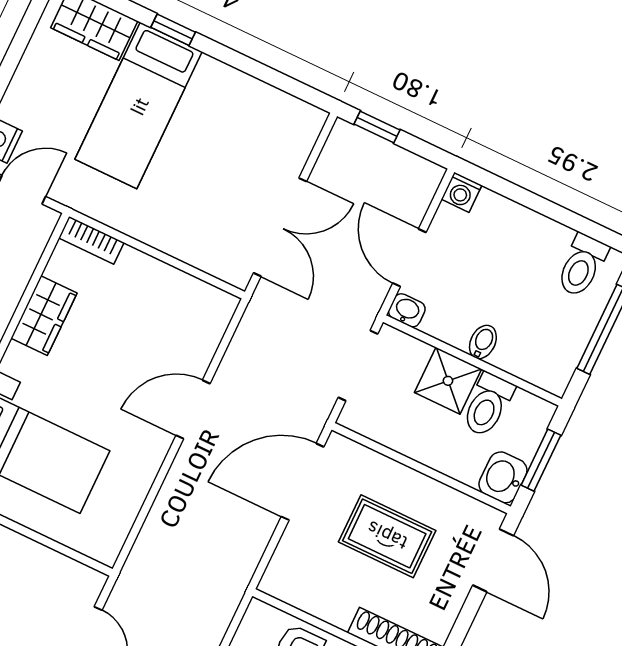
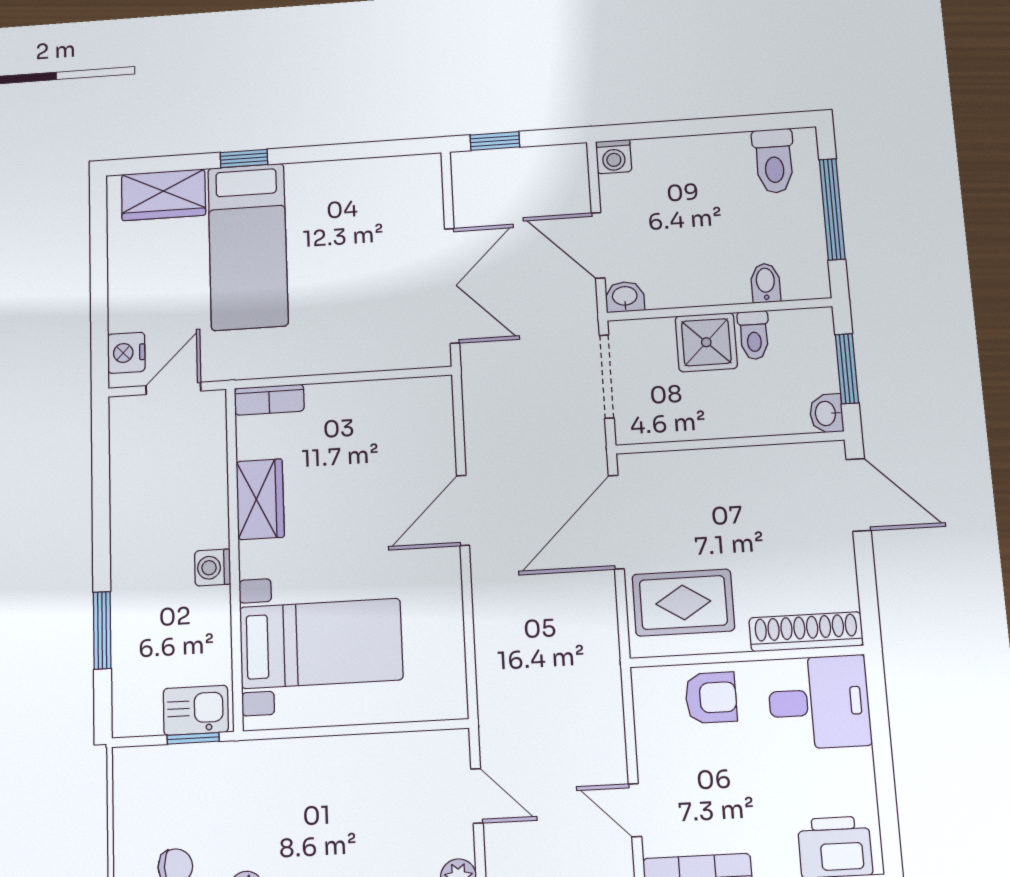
bidet: (483, 342) -> (766, 283), moved
toilet: (488, 405) -> (754, 335), width x0.73, depth x0.72
washbasin: (503, 477) -> (826, 413), width x0.72, depth x0.69
rug: (387, 536) -> (683, 603), moved

